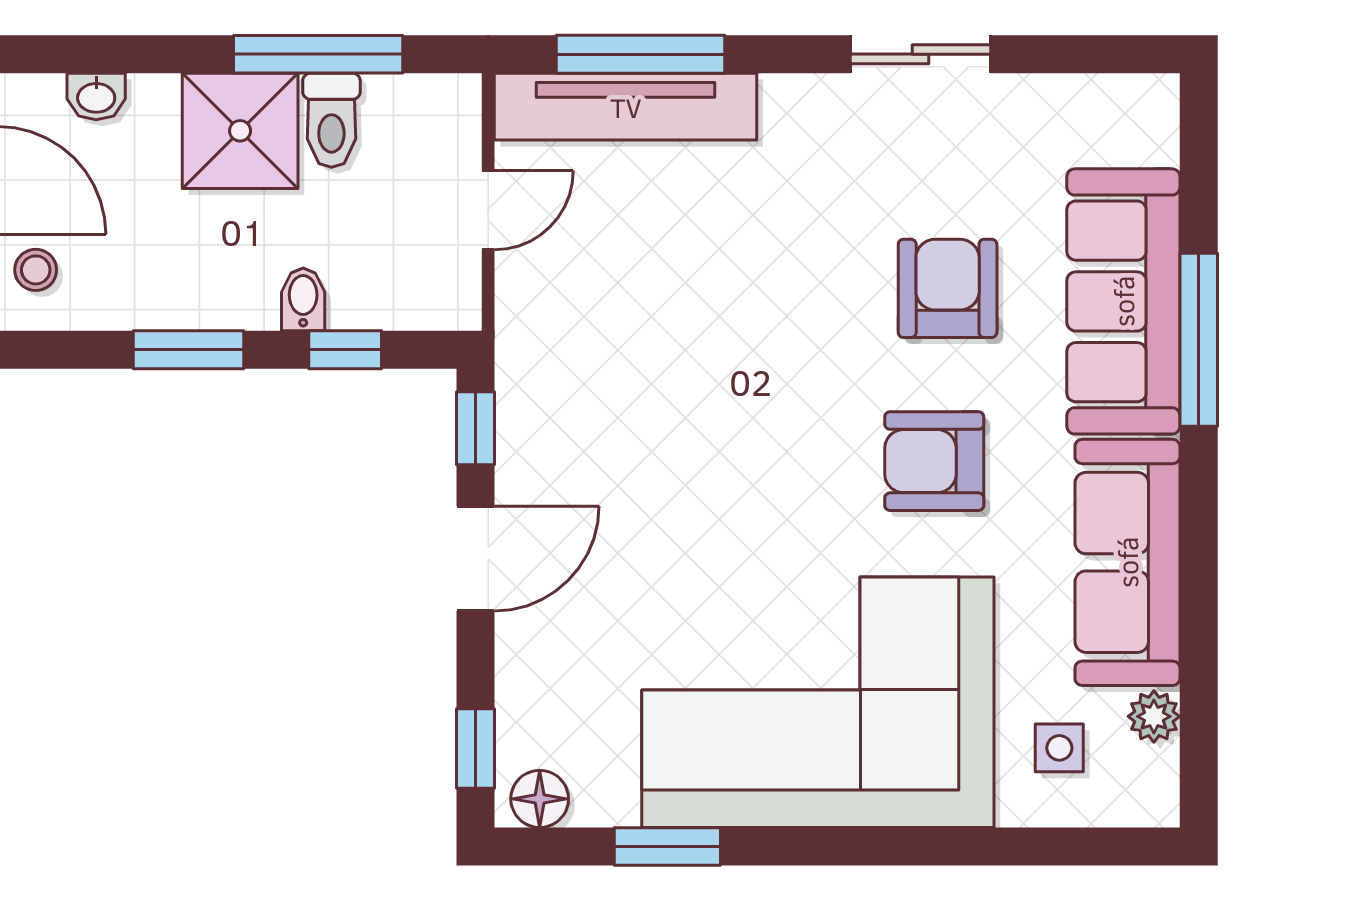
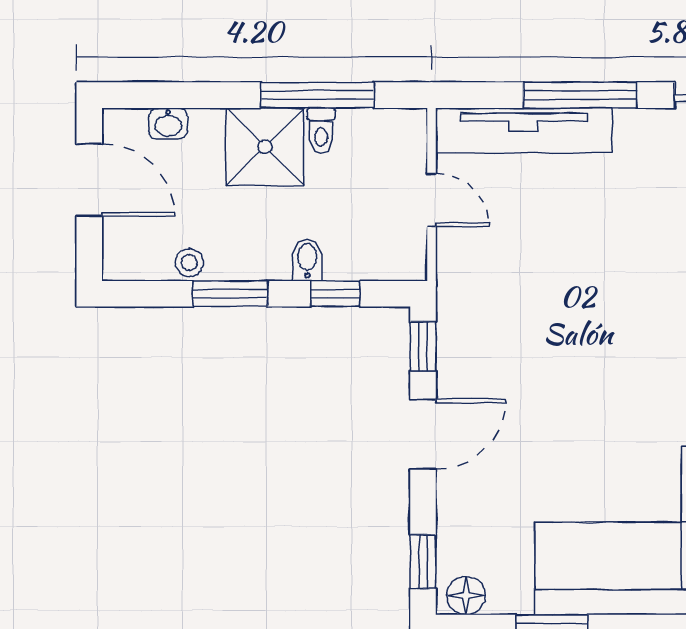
window: (640, 54) -> (580, 95), moved
toilet: (331, 120) -> (321, 131), width x0.73, depth x0.72
door: (488, 210) -> (431, 200), hinge flipped
stool: (36, 270) -> (189, 263), moved

